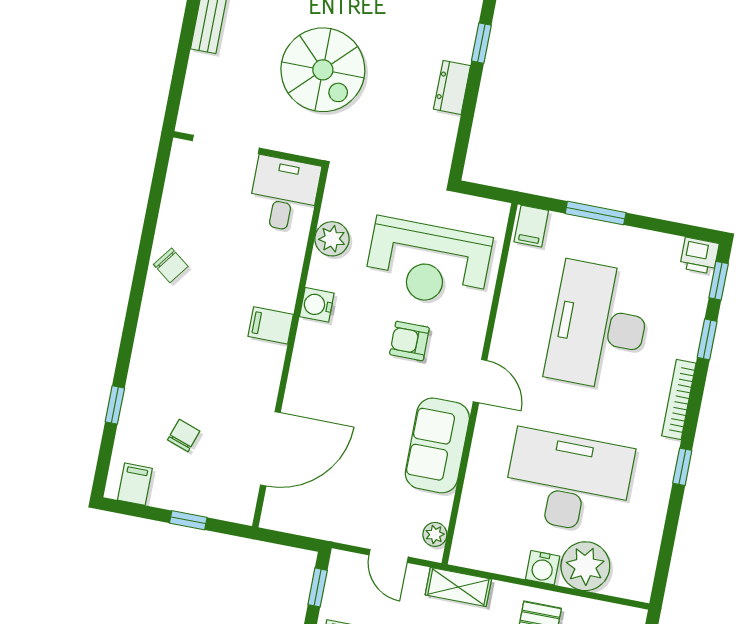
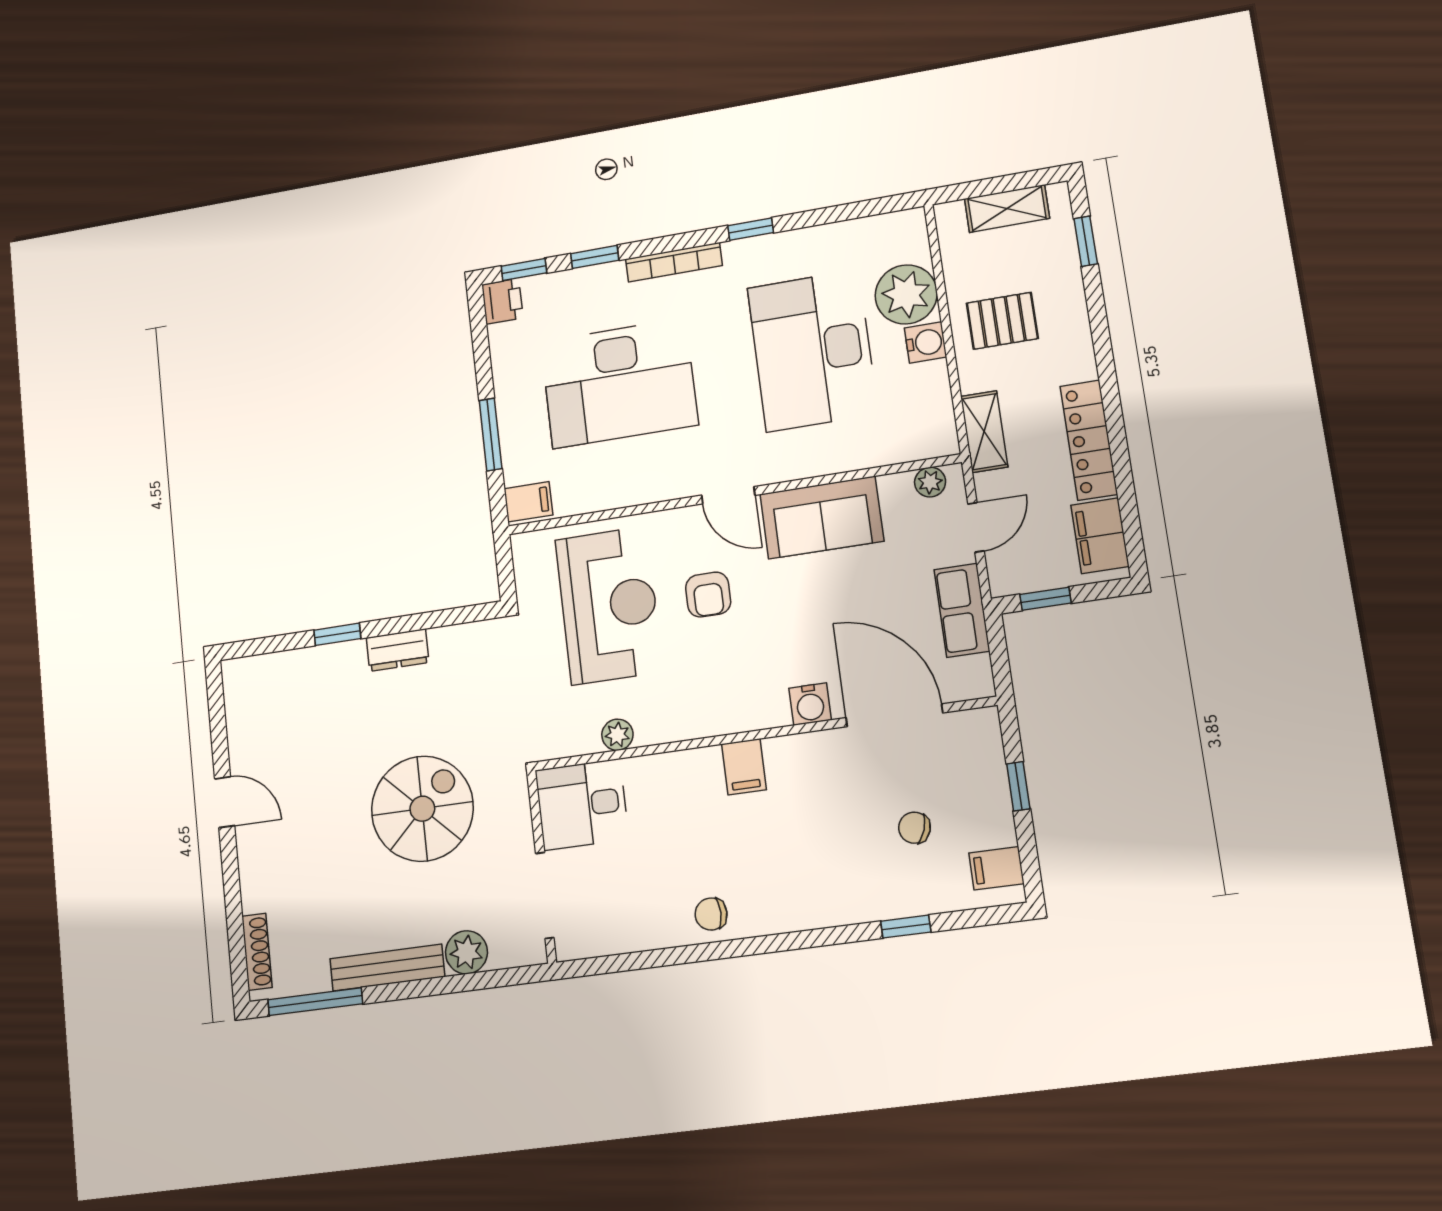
plant: (203, 71) -> (466, 952), added
plant: (332, 239) -> (617, 735), width x0.73, depth x0.73
chair: (171, 265) -> (711, 914), turned -127
water cooler: (317, 305) -> (810, 704), moved
door: (480, 381) -> (728, 495), swing flipped
row of seats: (331, 525) -> (962, 610), added

